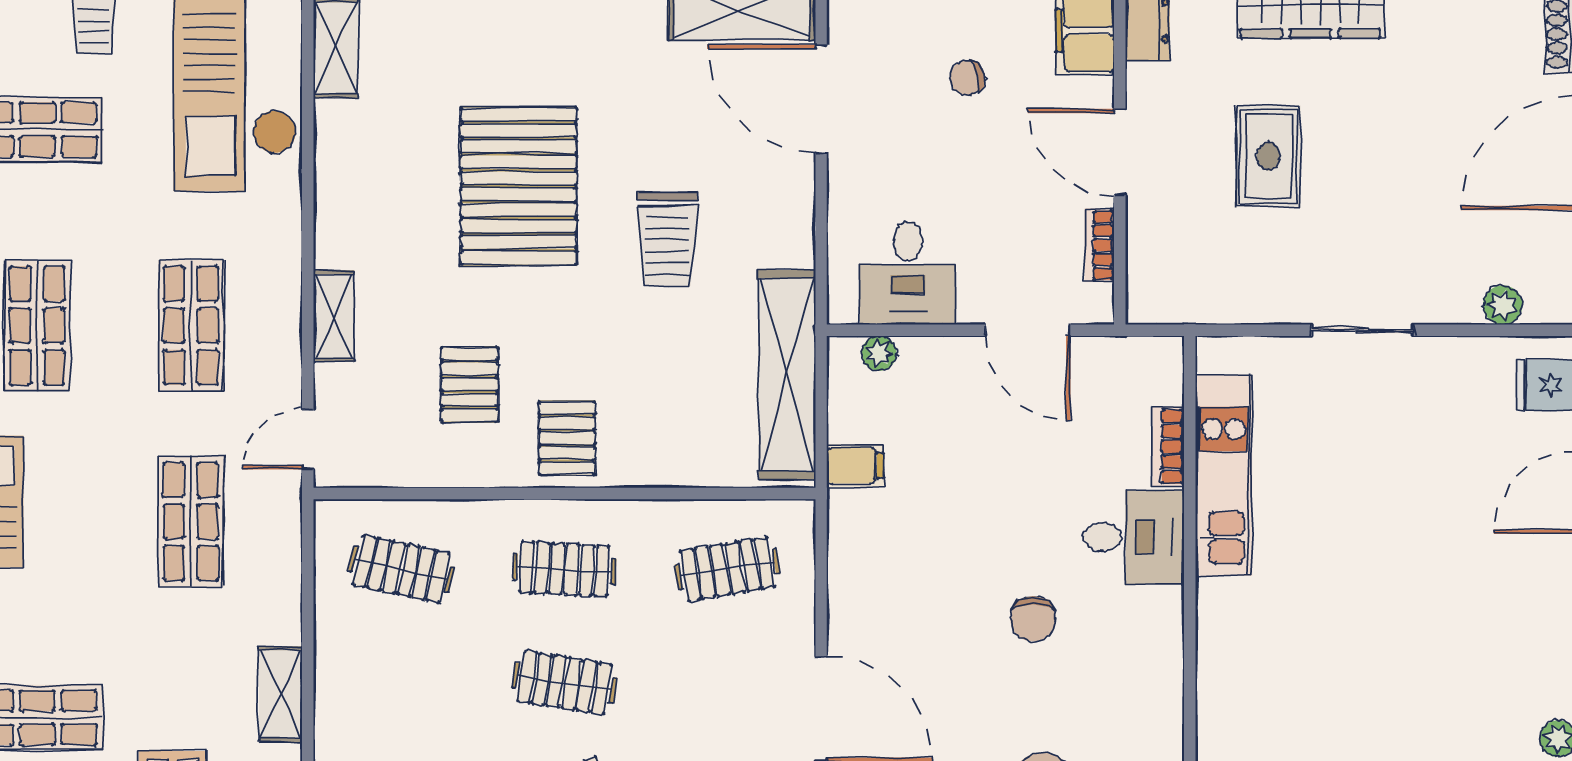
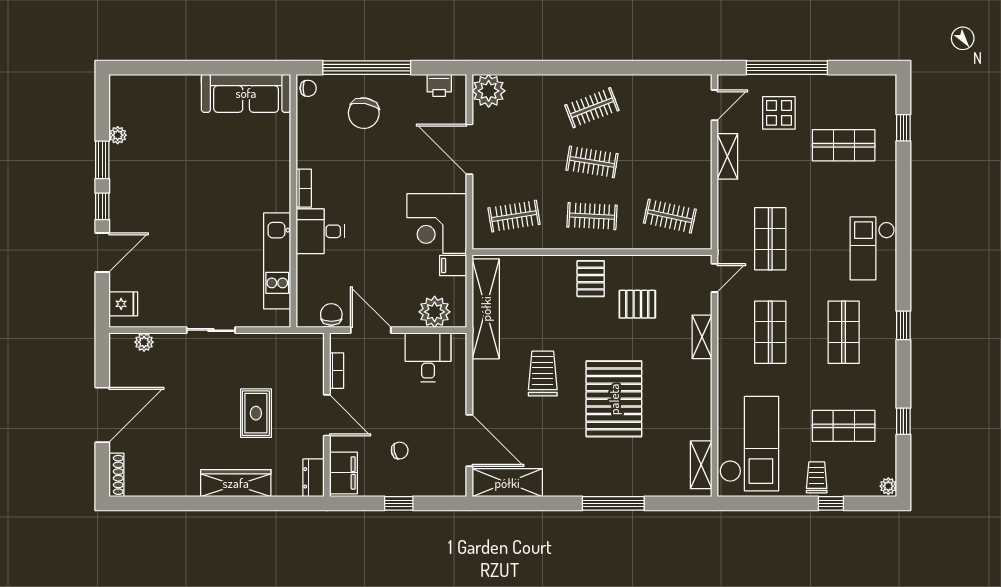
plant: (879, 353) -> (435, 312), width x1.87, depth x1.87
pallet: (469, 384) -> (637, 304), turned 90
bookcase: (1168, 447) -> (304, 188), moved
corner desk: (889, 553) -> (437, 224), added
chair: (1033, 619) -> (331, 314), moved

